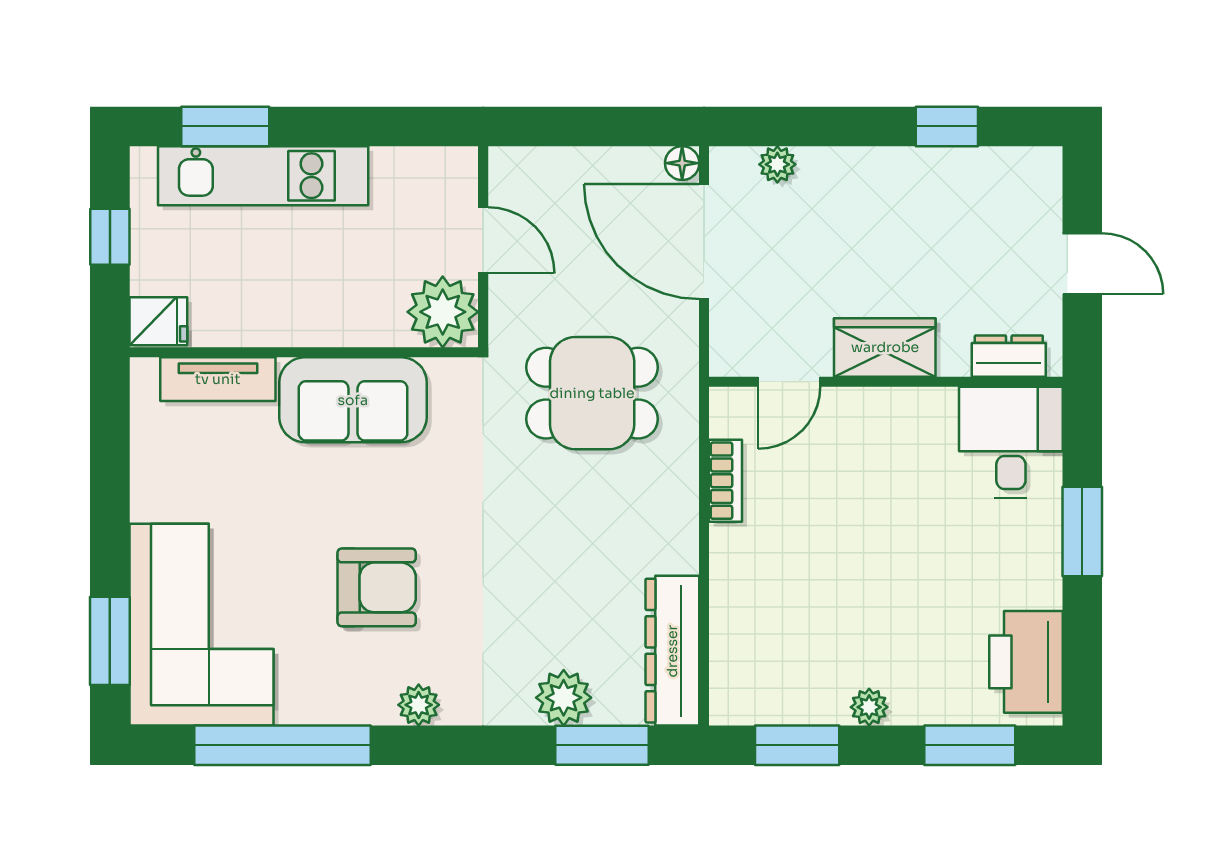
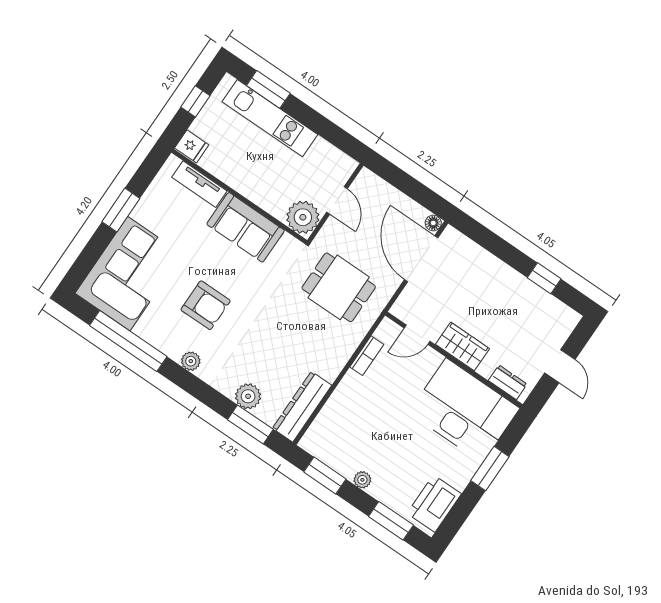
plant: (777, 164) -> (469, 248), removed
desk: (1011, 442) -> (464, 410), width x1.87, depth x1.30
window: (110, 641) -> (121, 210), moved

